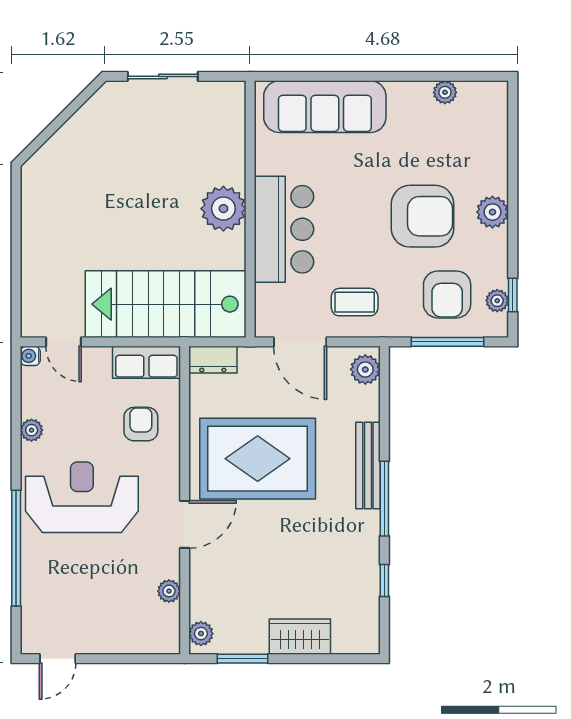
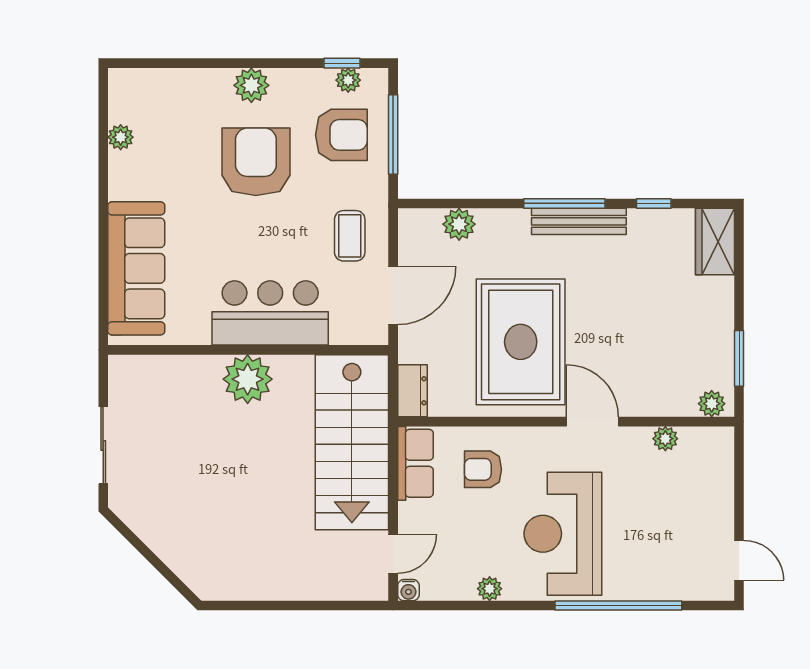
plant: (365, 369) -> (459, 224), moved
bench: (368, 466) -> (579, 221), moved
wardrobe: (300, 637) -> (715, 241), moved

